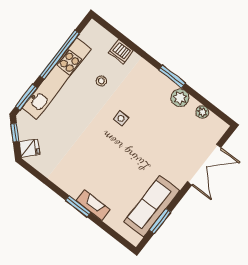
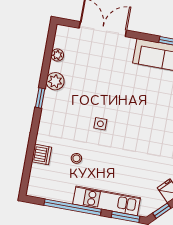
window: (172, 77) -> (40, 98), width x0.67
kitchen unit: (57, 79) -> (107, 201), width x0.73

